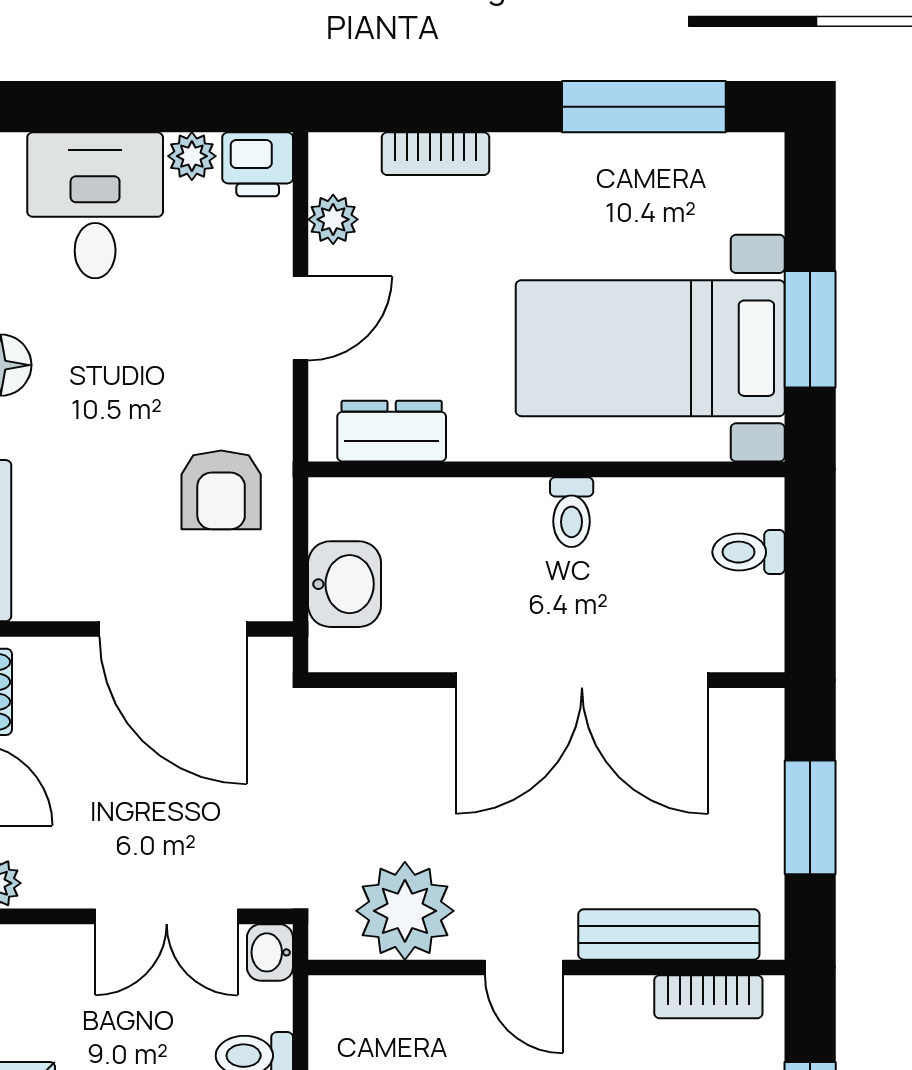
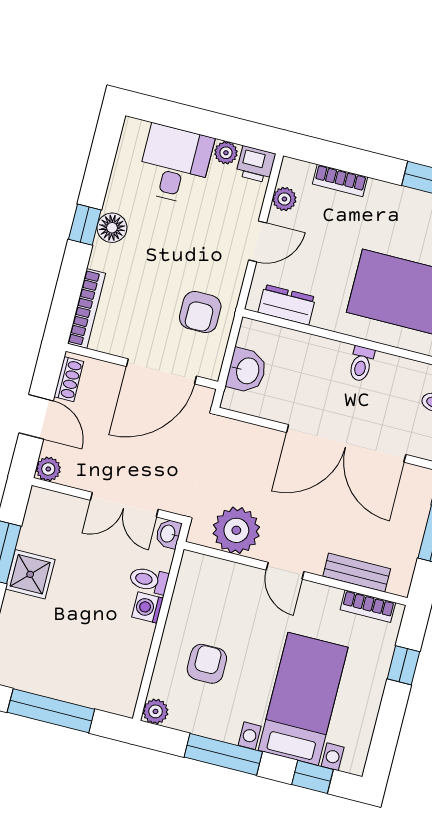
door: (173, 629) -> (161, 371), hinge flipped
bench: (669, 934) -> (357, 573), width x0.73

